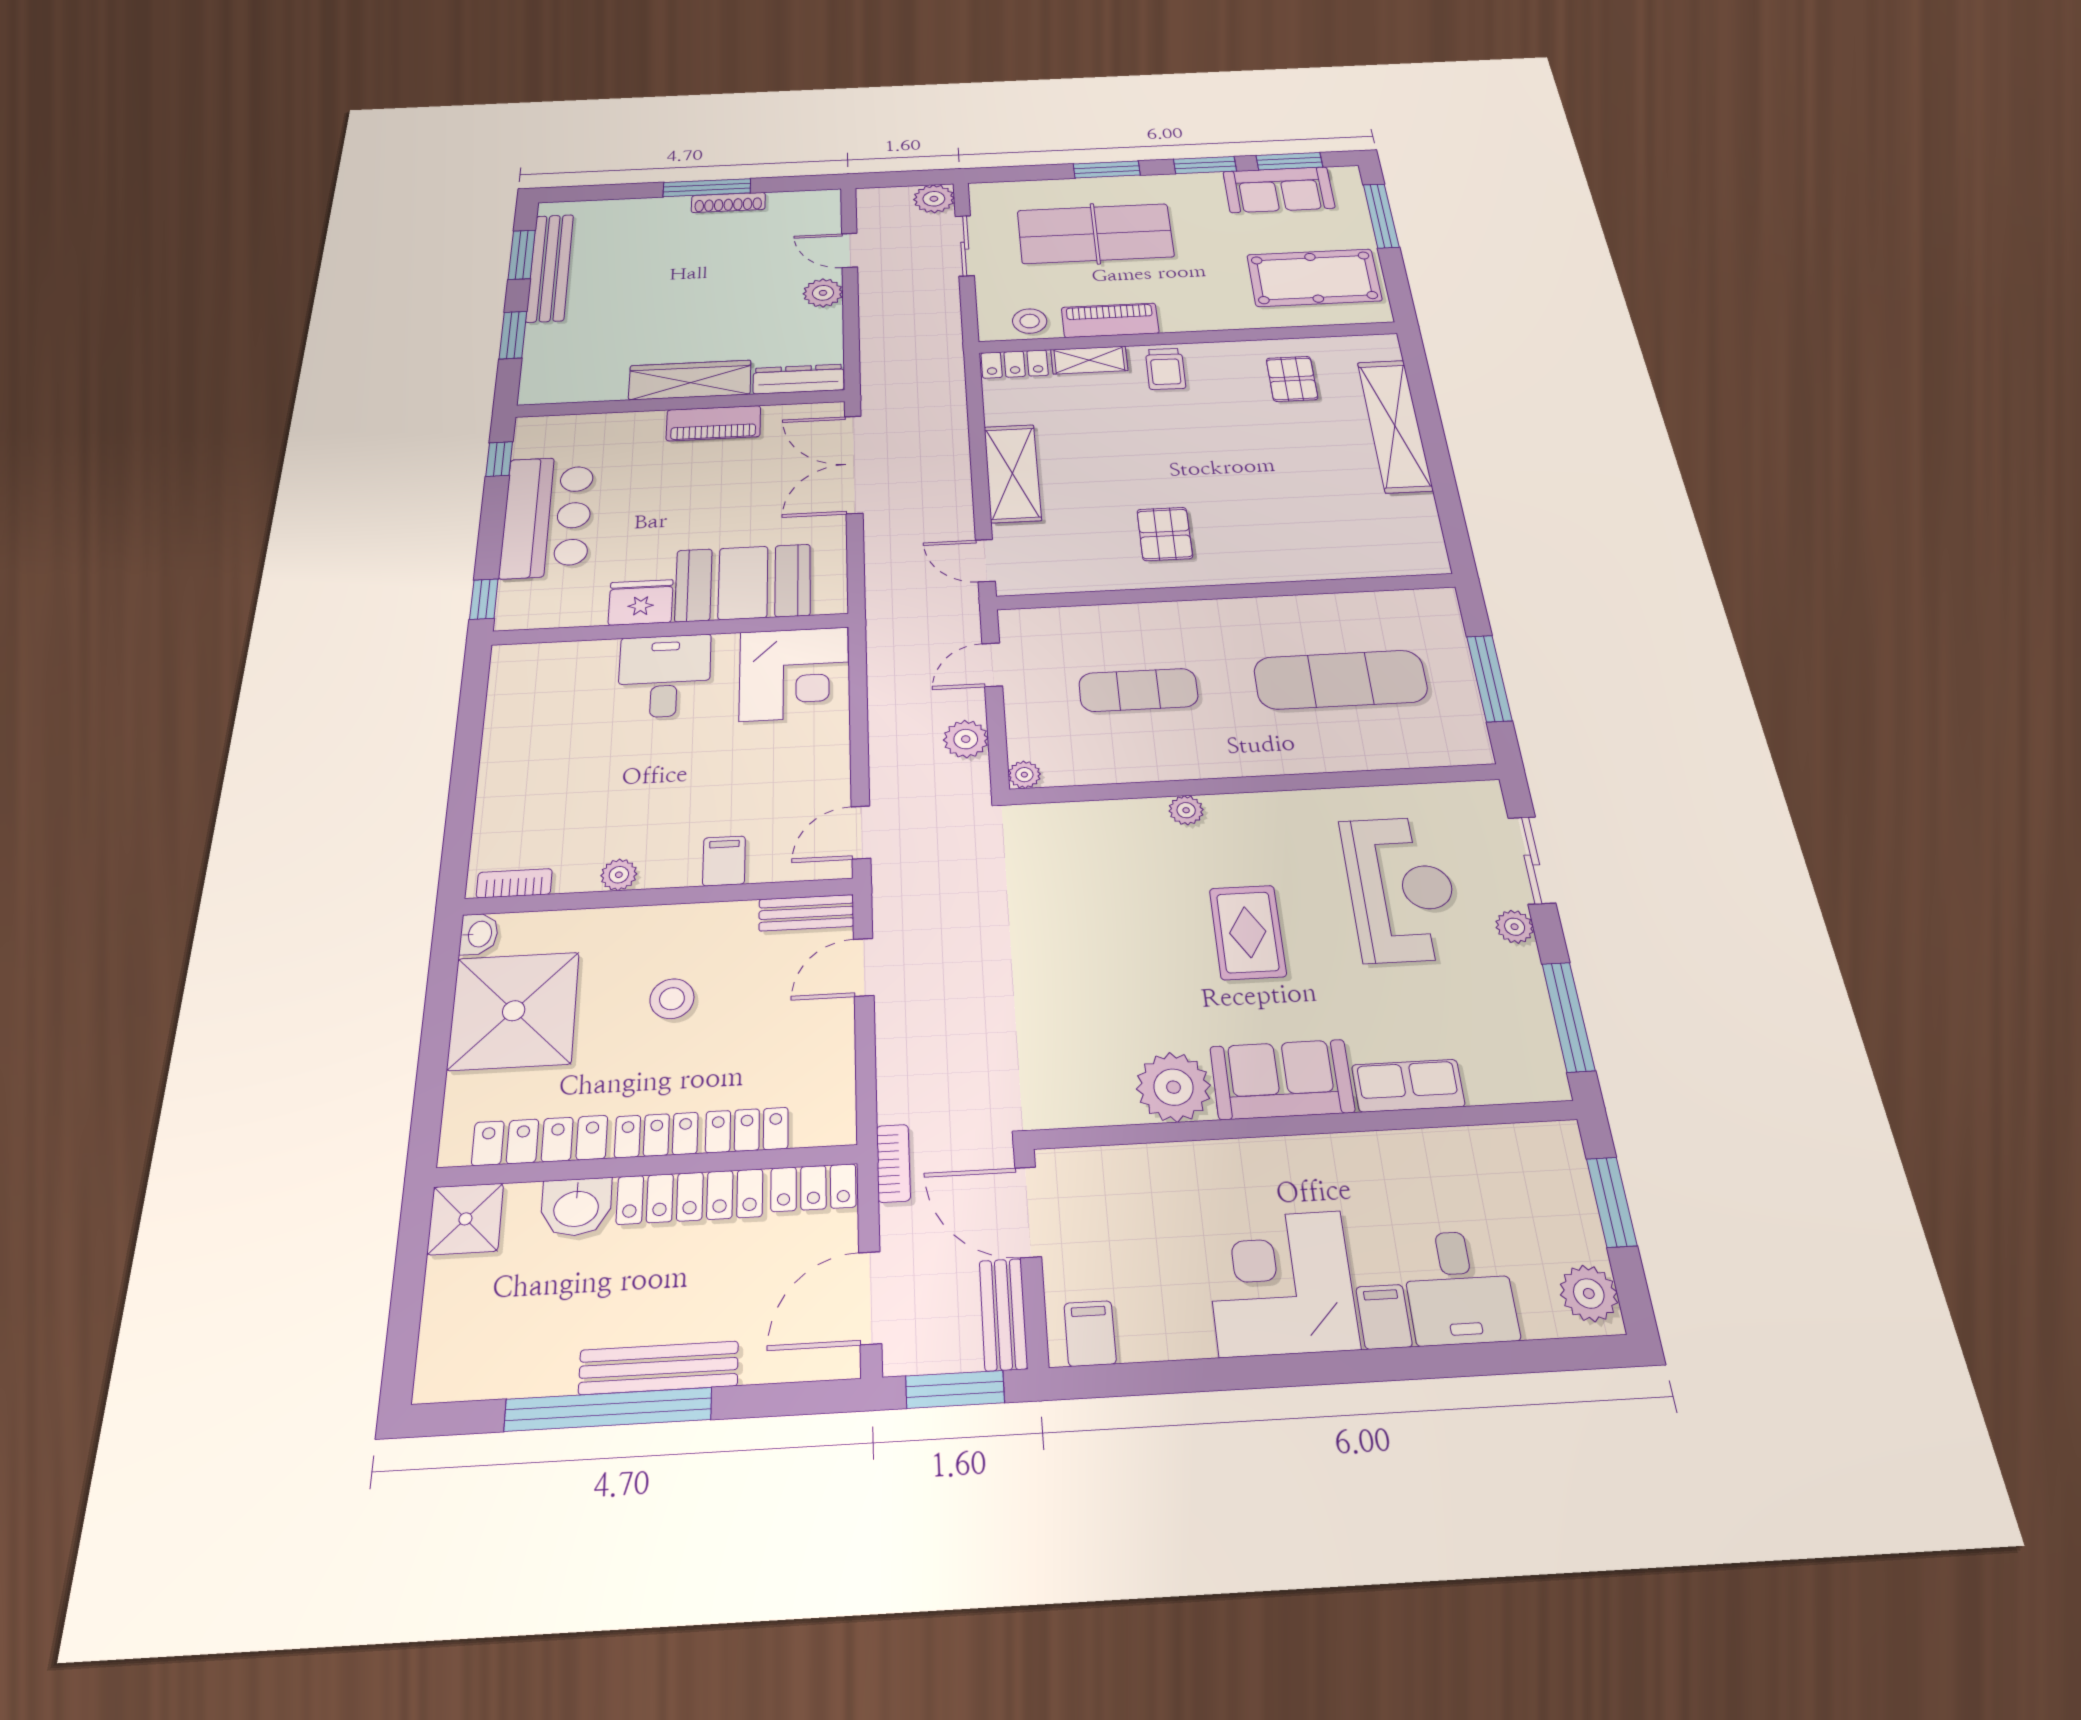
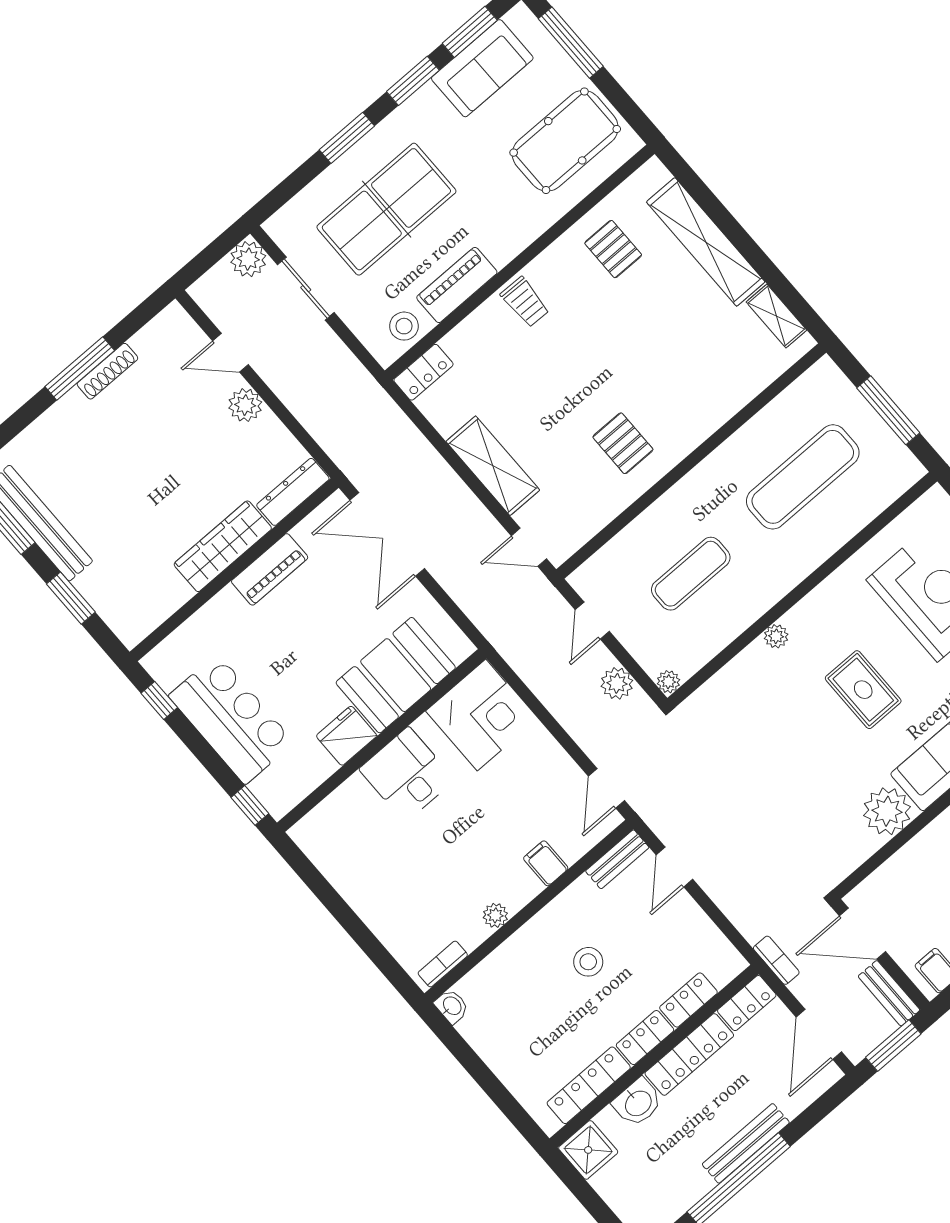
shelving: (1089, 360) -> (776, 316), moved, turned 90
shower: (514, 1011) -> (511, 1032), removed

